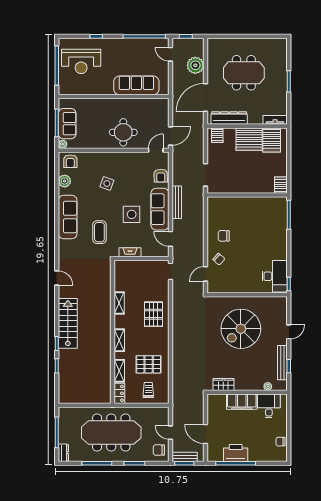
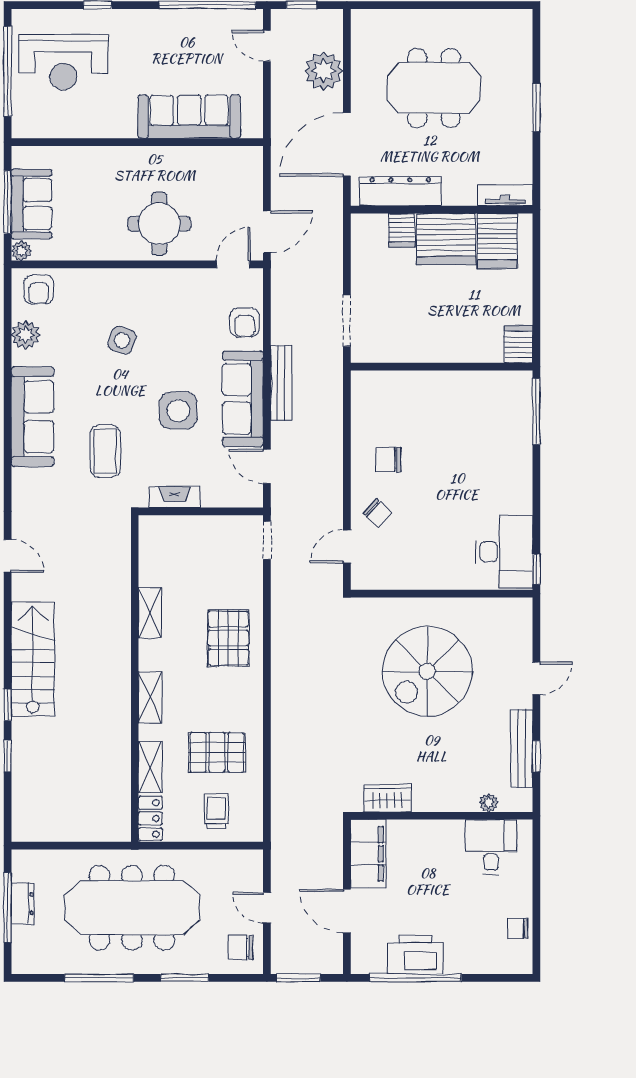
server rack: (217, 135) -> (402, 230), moved
filing cabinet: (242, 402) -> (368, 854), moved, turned -90
dresser: (63, 453) -> (23, 904), moved
bench: (185, 457) -> (299, 963), removed

